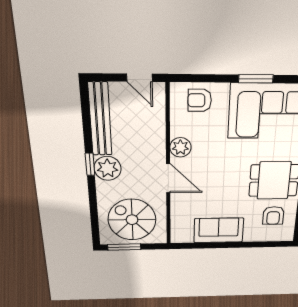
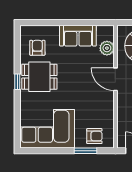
window: (256, 79) -> (85, 151), moved
plant: (180, 147) -> (107, 48), moved

